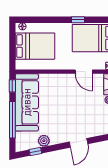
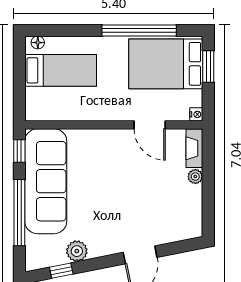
window: (78, 20) -> (139, 30), width x3.17
bed: (35, 46) -> (61, 70), width x0.67

